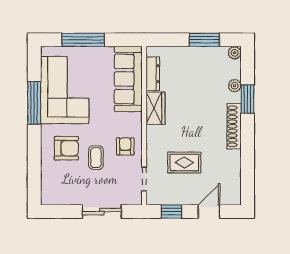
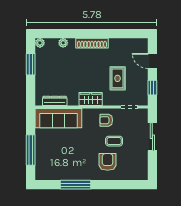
corner sofa: (65, 90) -> (66, 163), removed
window: (248, 99) -> (73, 34), removed
wardrobe: (155, 108) -> (91, 99), moved

